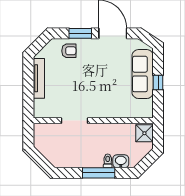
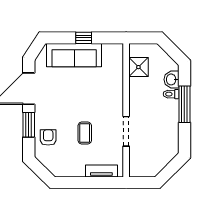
tv unit: (39, 78) -> (101, 171), moved, width x0.71
coffee table: (73, 84) -> (85, 133), added
shower: (144, 133) -> (138, 67), moved

